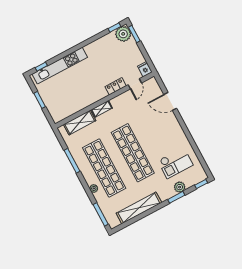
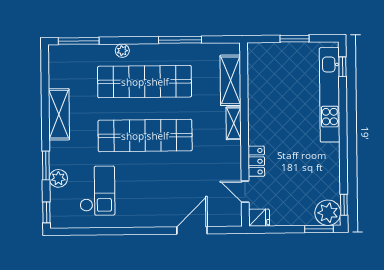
checkout: (175, 163) -> (97, 191), turned 180
shelving: (139, 208) -> (59, 114), width x0.68

